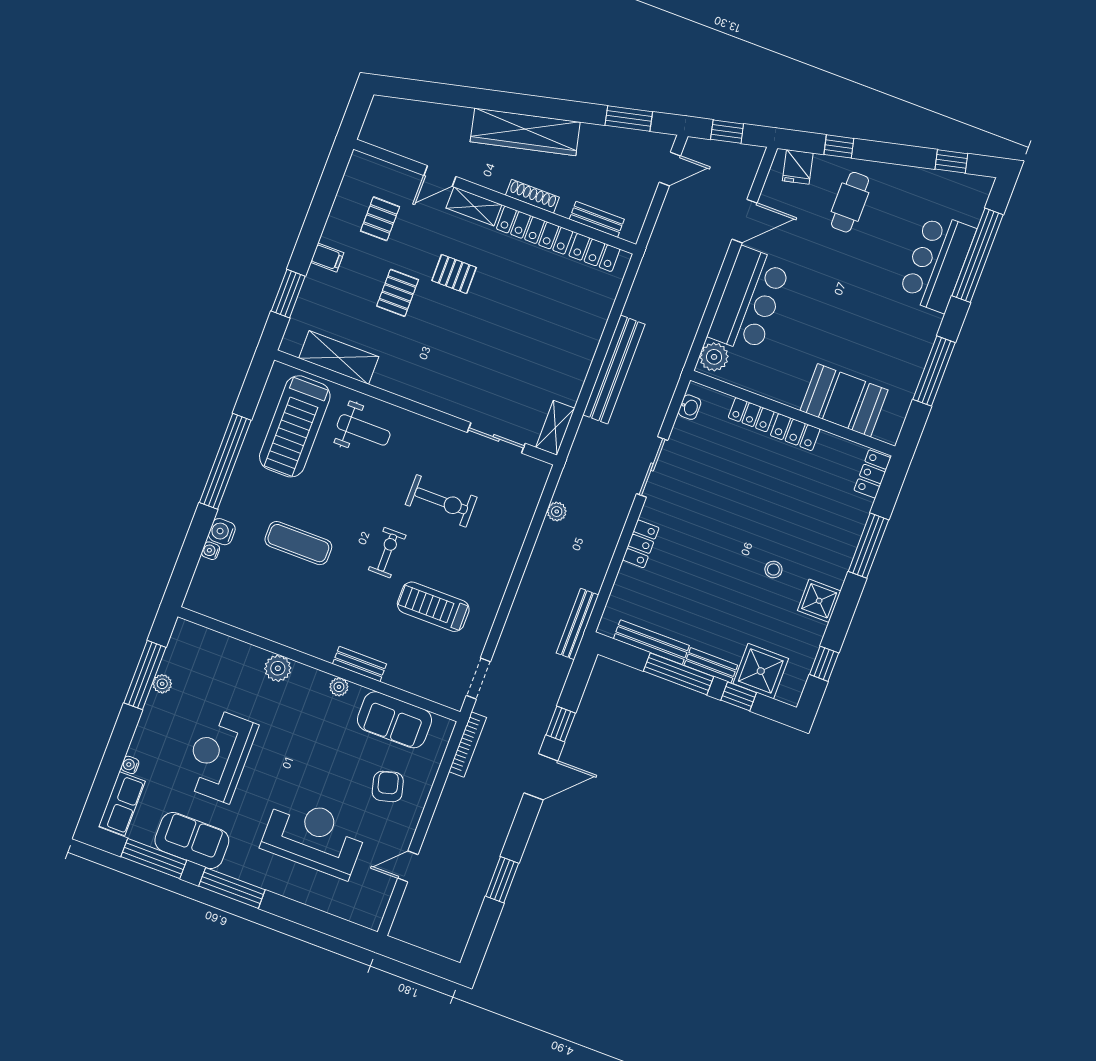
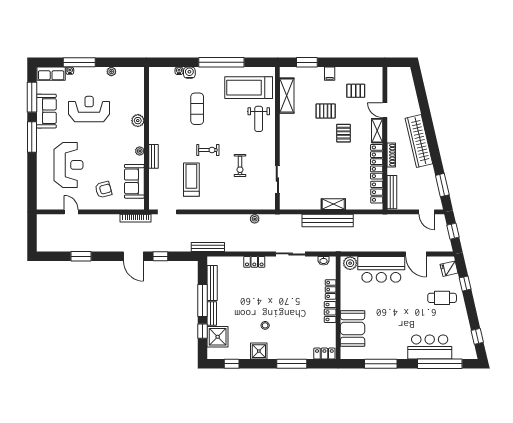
bench: (597, 219) -> (392, 192), width x1.36
shelving: (555, 428) -> (333, 204), moved
exercise bike: (441, 501) -> (240, 165), width x0.73, depth x0.72
window: (145, 675) -> (79, 62), moved

